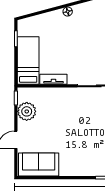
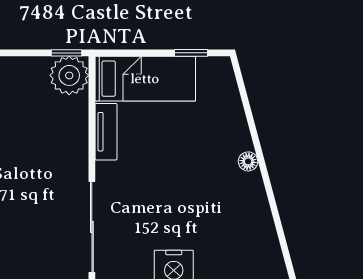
plant: (27, 111) -> (69, 75), moved

